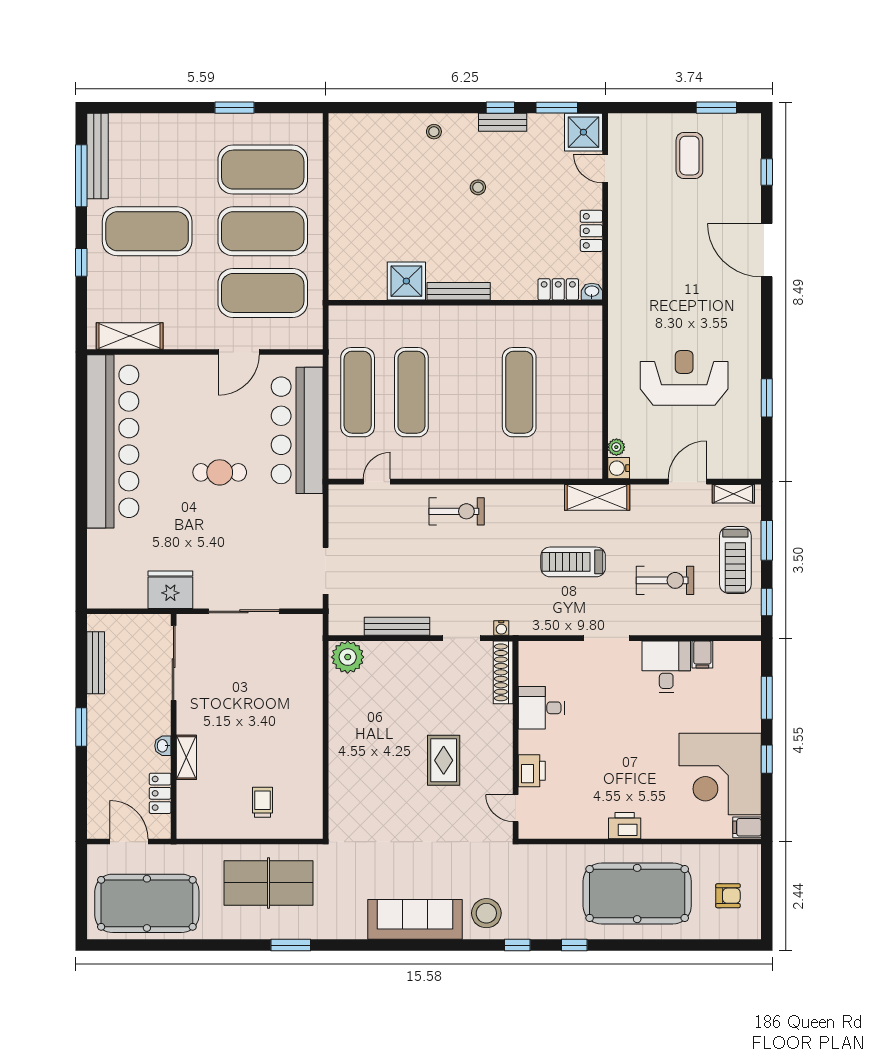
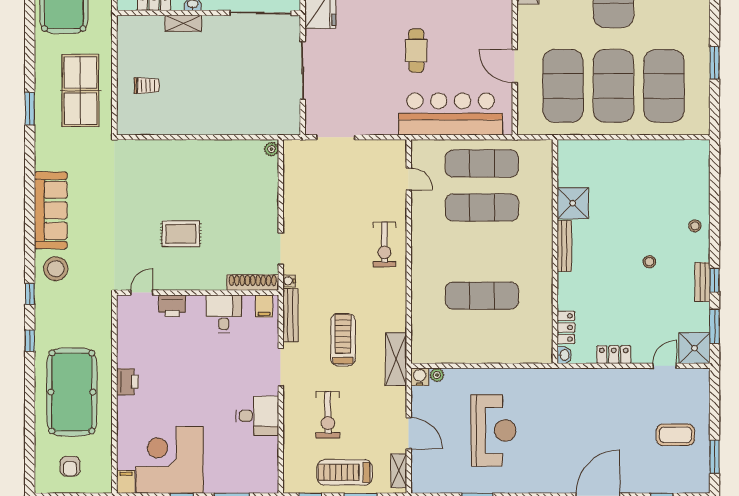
bench: (397, 626) -> (290, 315), moved
filing cabinet: (702, 654) -> (264, 306), moved, turned -90
plant: (348, 657) -> (271, 149), width x0.53, depth x0.53

